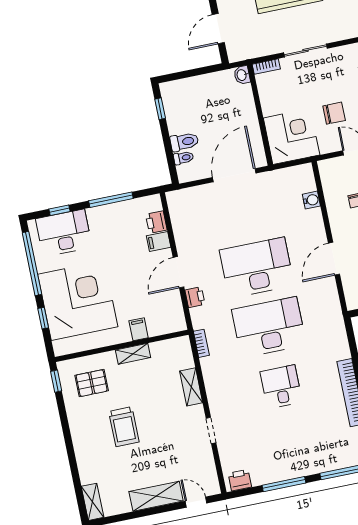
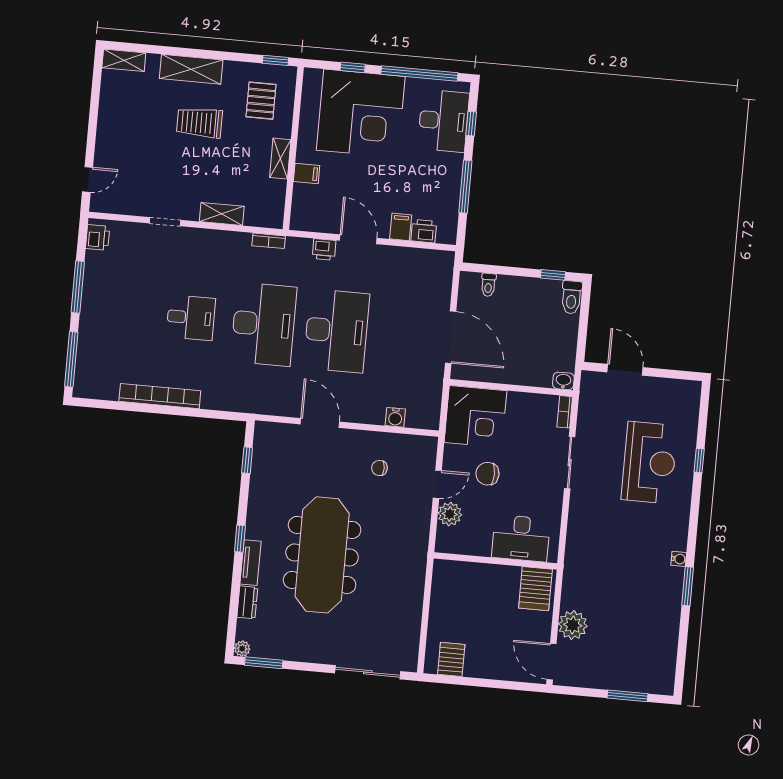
chair: (334, 113) -> (487, 474), turned 90
toilet: (184, 142) -> (572, 297), moved
shelving: (156, 496) -> (191, 69), moved, turned 90

